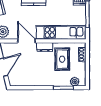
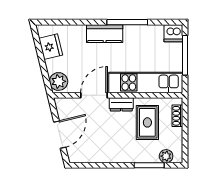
door: (26, 41) -> (94, 95), hinge flipped

